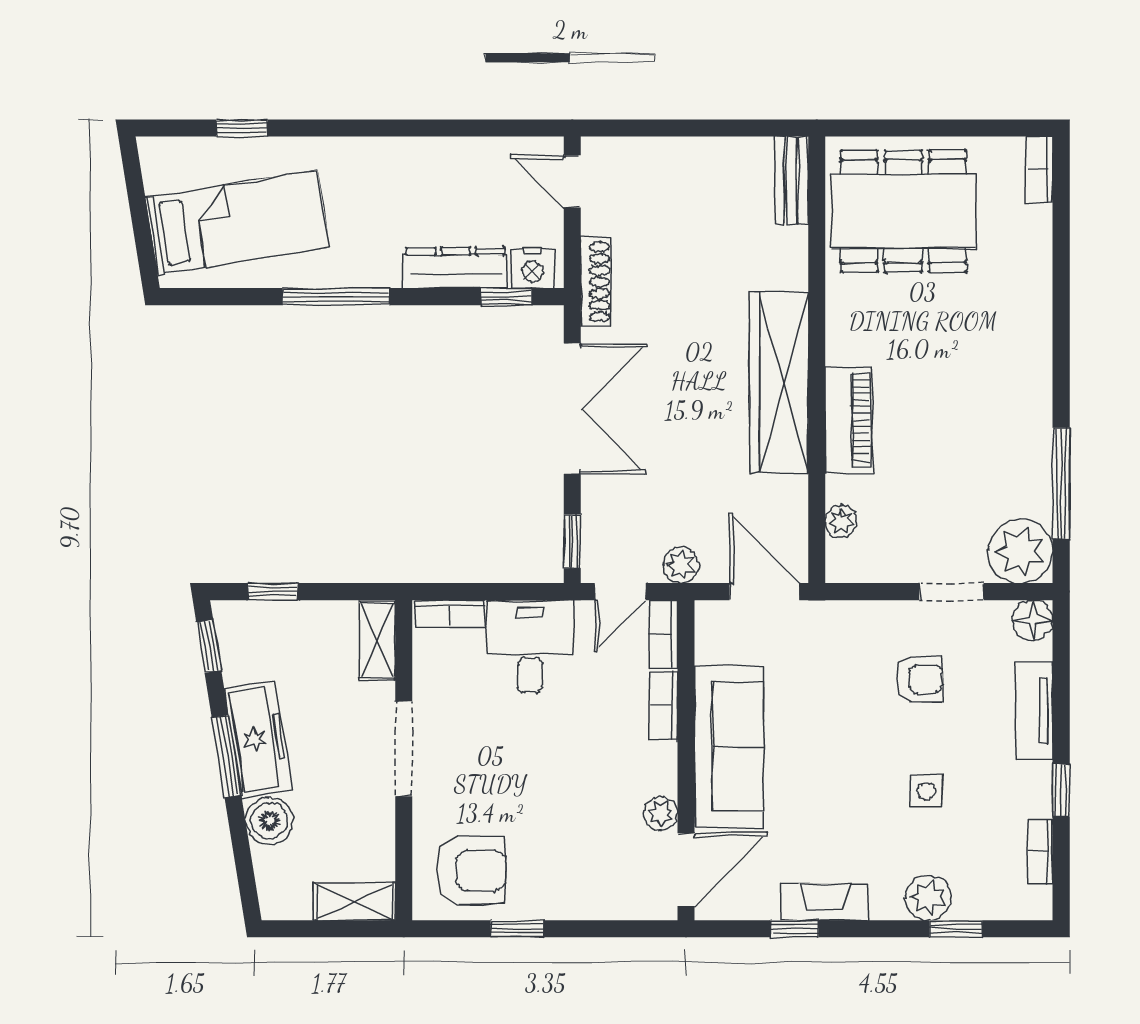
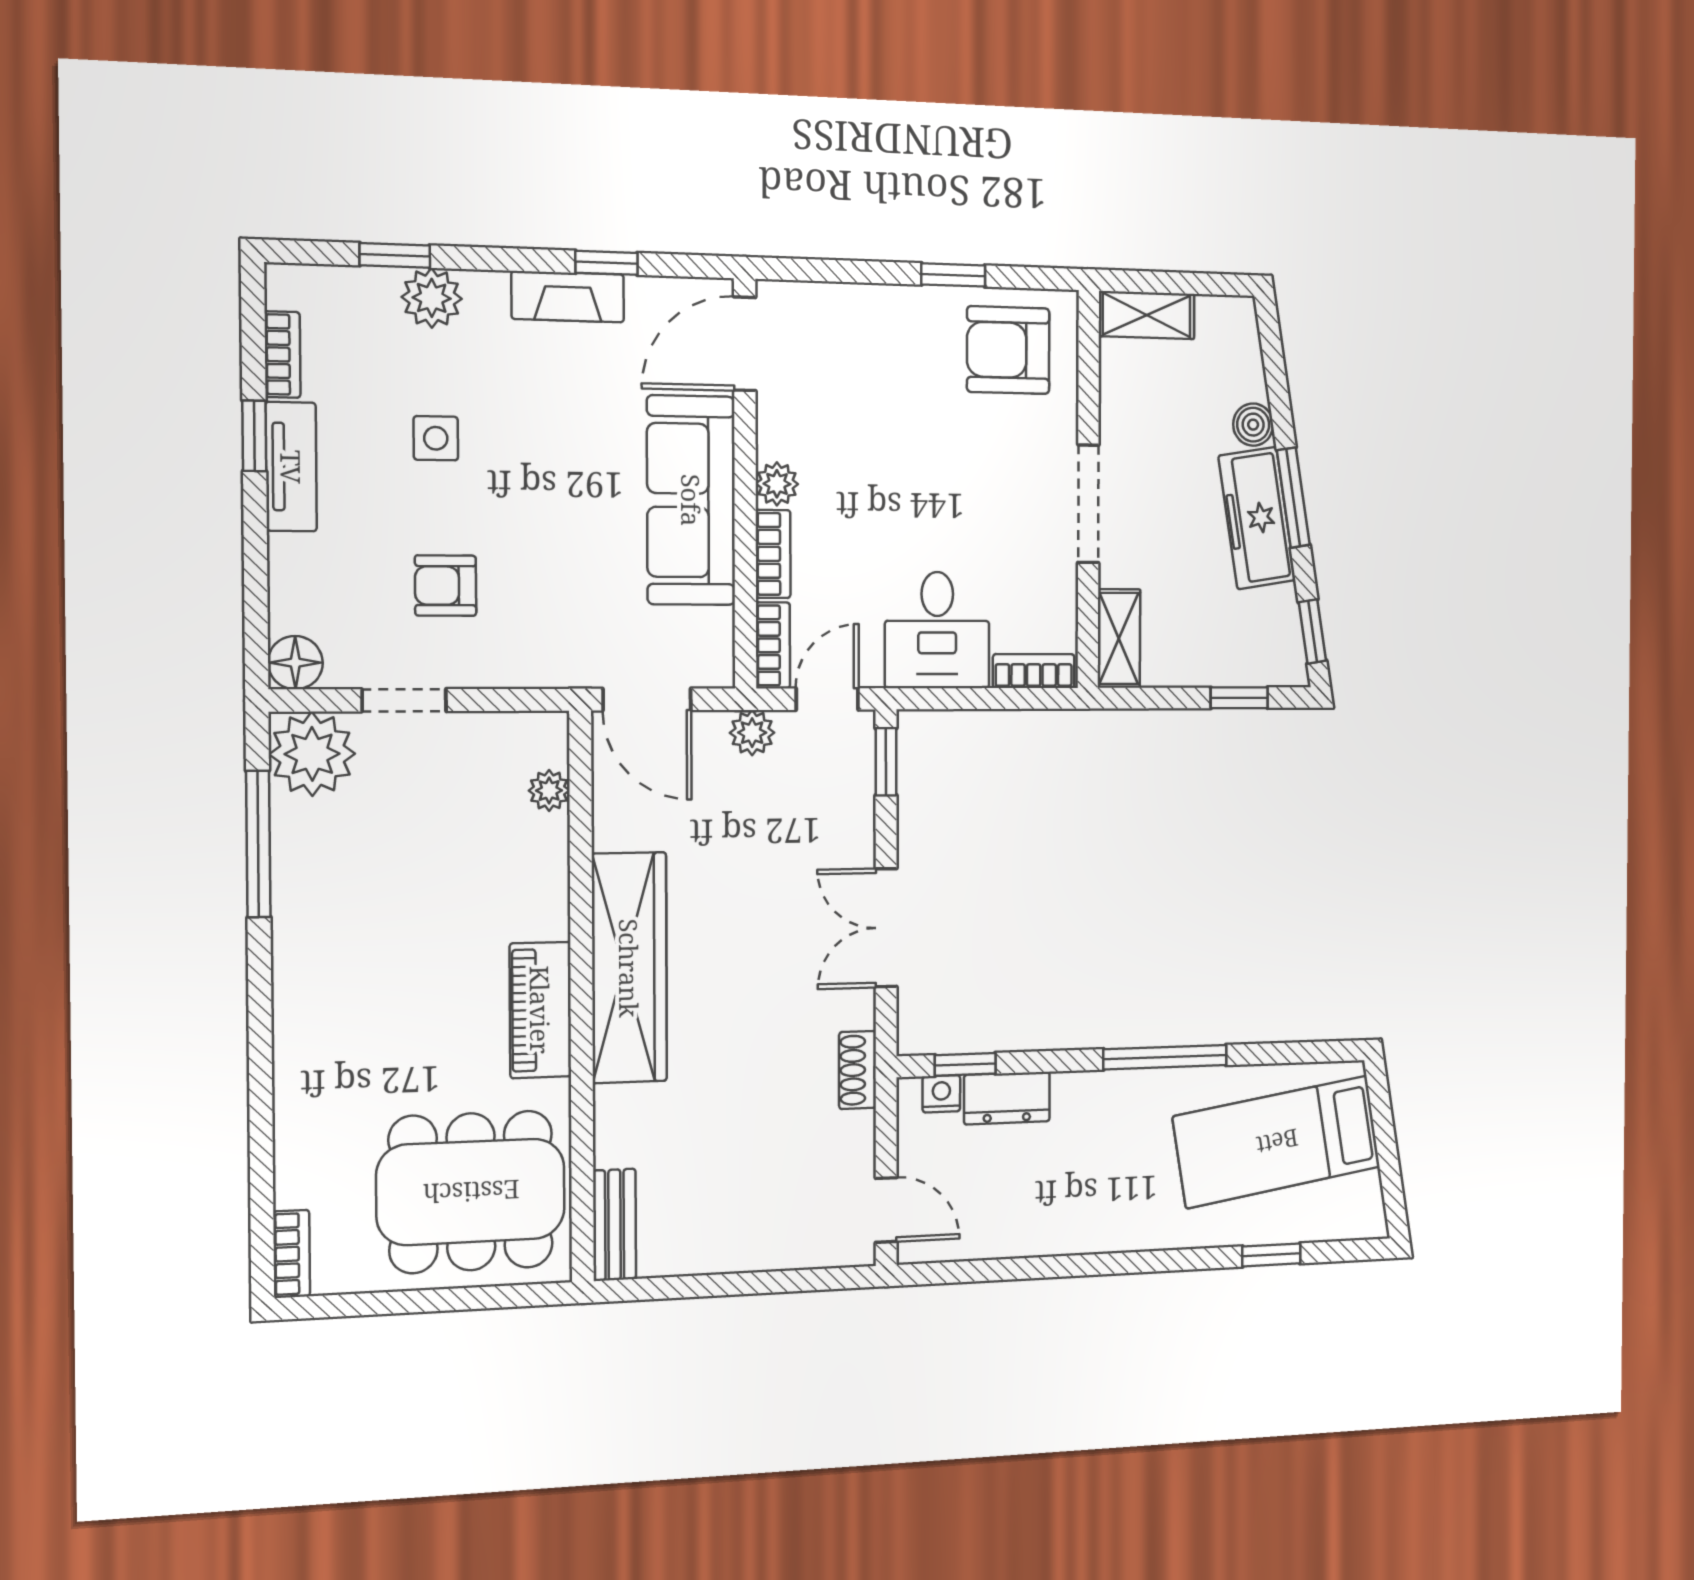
dresser: (456, 268) -> (1007, 1098), width x0.70
nightstand: (532, 268) -> (941, 1094), width x0.72, depth x0.74
shoe rack: (596, 282) -> (858, 1070), width x0.70
double door: (572, 409) -> (886, 928), width x0.73
piano: (849, 420) -> (540, 1010), moved
tv unit: (1034, 711) -> (291, 467), moved
plant: (661, 814) -> (777, 484), moved
boiler: (269, 821) -> (1253, 425), width x0.73, depth x0.73

